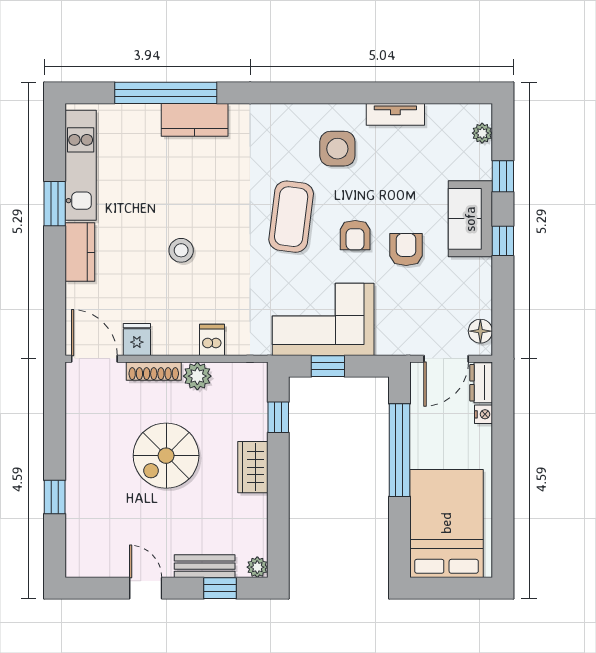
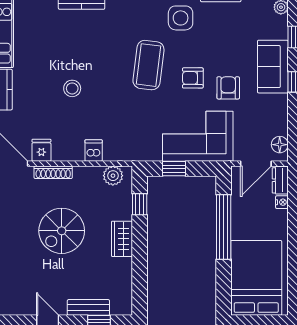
armchair: (355, 235) -> (193, 78), turned 90
corner sofa: (323, 319) -> (198, 136), moved
plant: (197, 376) -> (113, 176), moved
plant: (257, 567) -> (125, 308), removed

